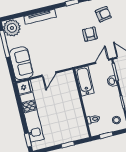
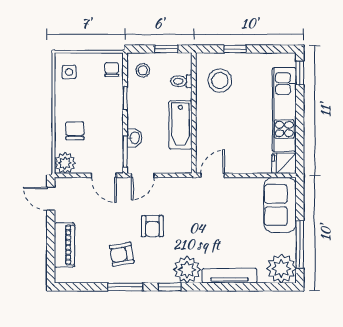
plant: (65, 14) -> (187, 270), added
door: (49, 74) -> (213, 175), moved
bathtub: (85, 81) -> (181, 125), moved
stool: (72, 125) -> (220, 81), added

